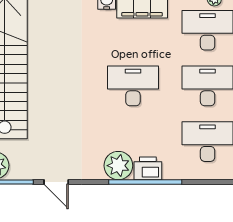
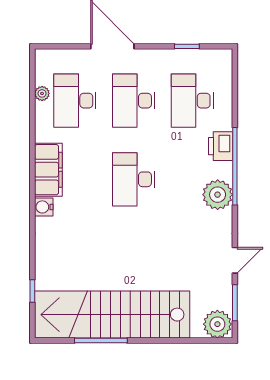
printer: (148, 168) -> (221, 146), moved

